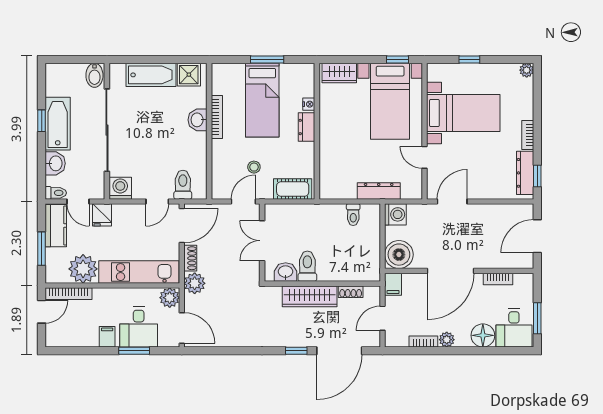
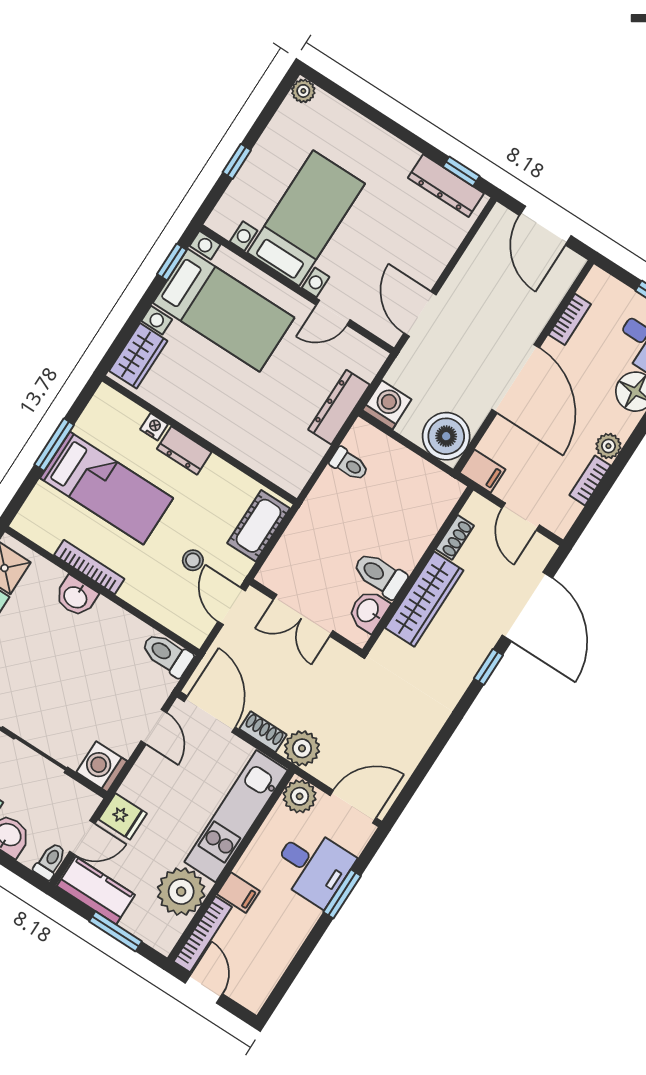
bookcase: (528, 135) -> (395, 148), removed
toilet: (183, 185) -> (167, 654), moved
filing cabinet: (107, 337) -> (238, 893), moved, turned 180

